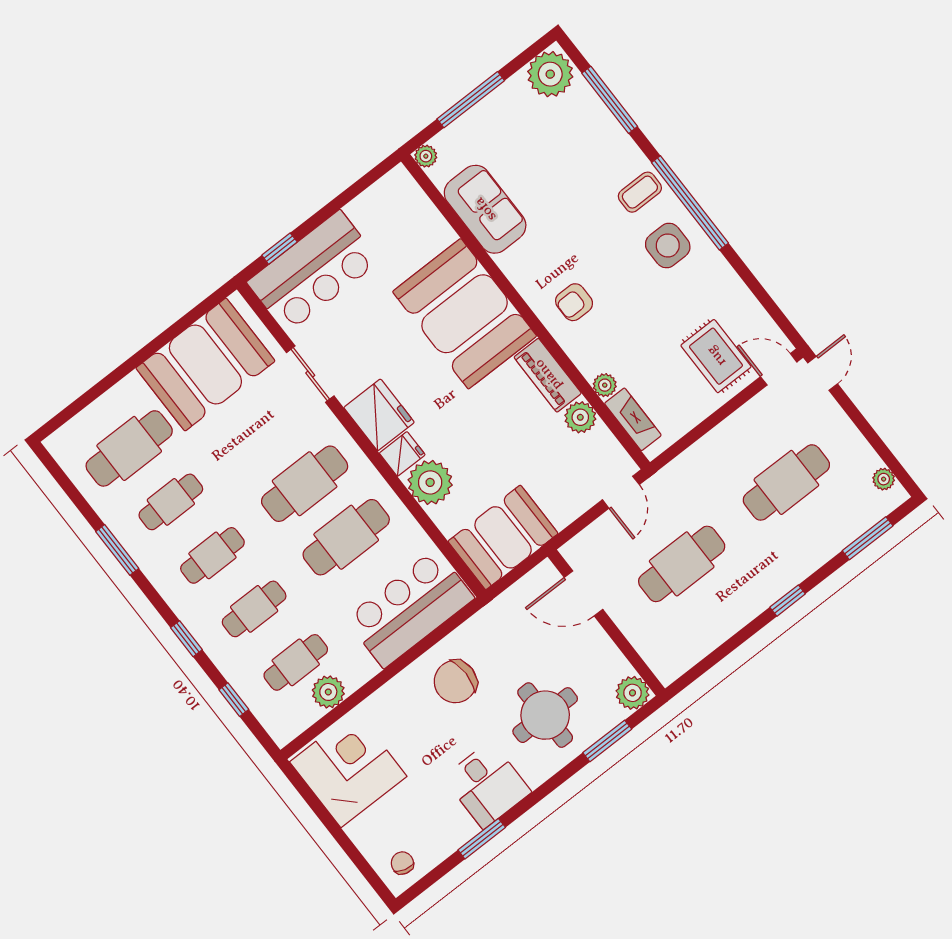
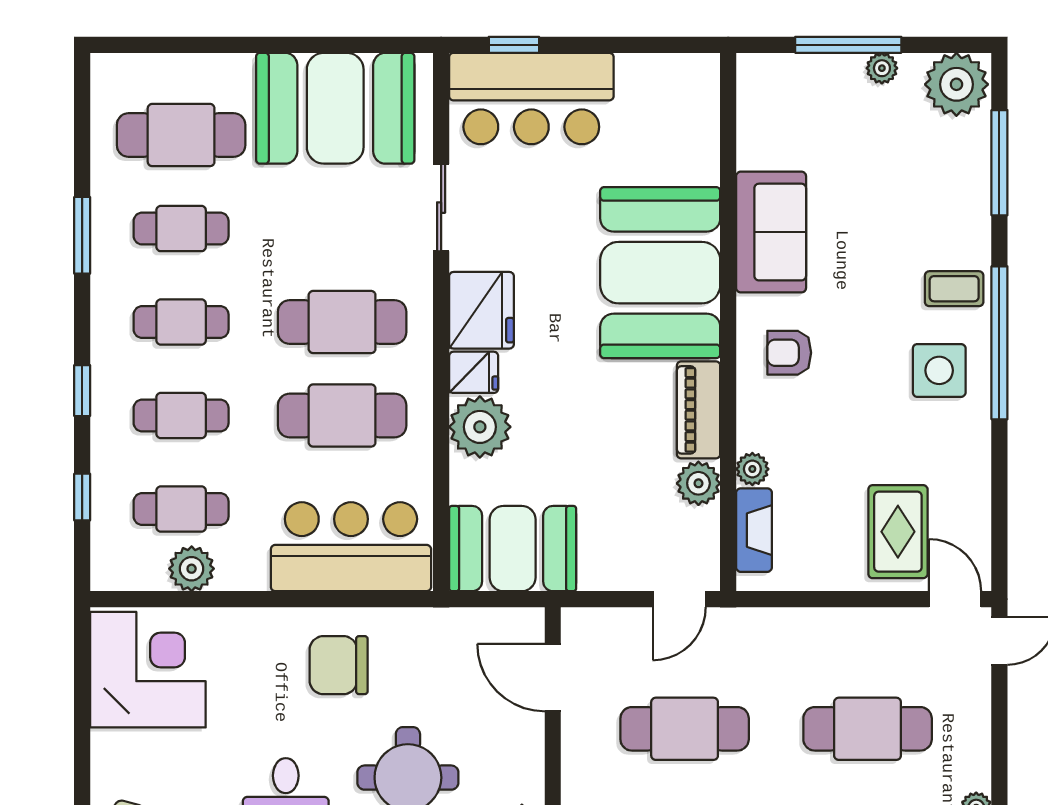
plant: (426, 156) -> (882, 68), moved
sofa: (485, 209) -> (771, 232), moved

